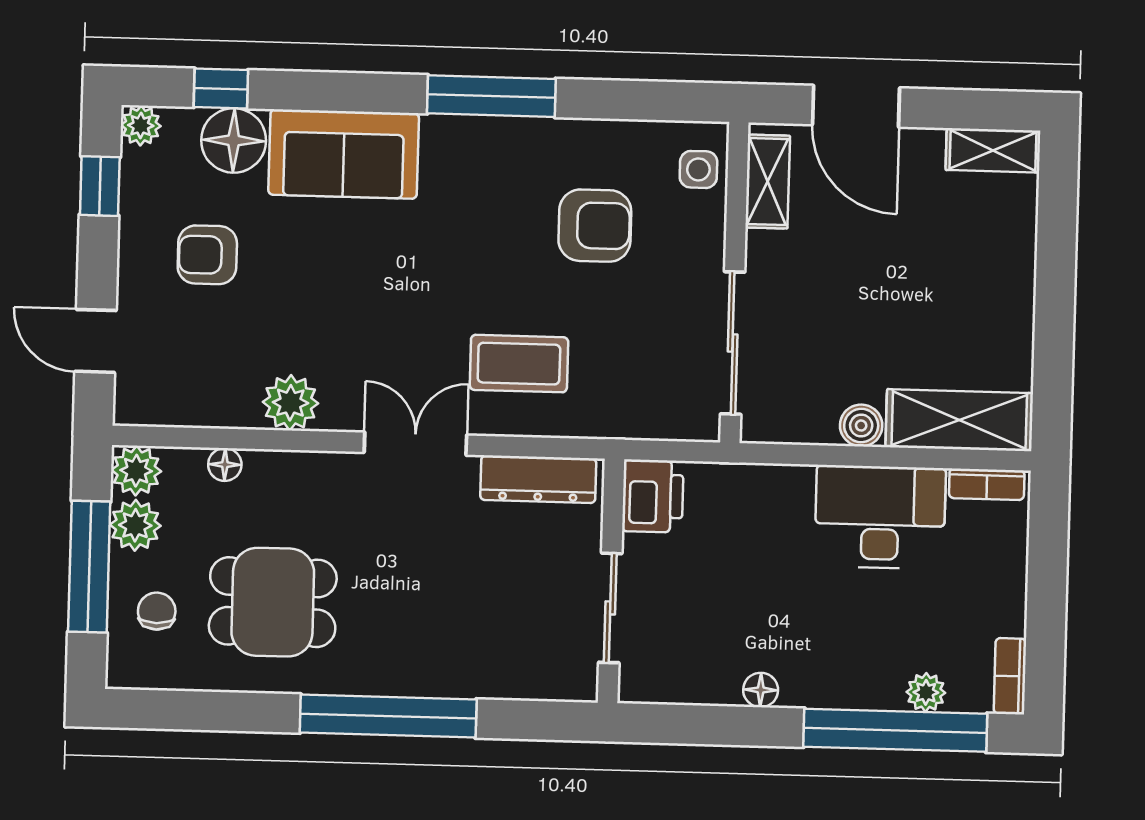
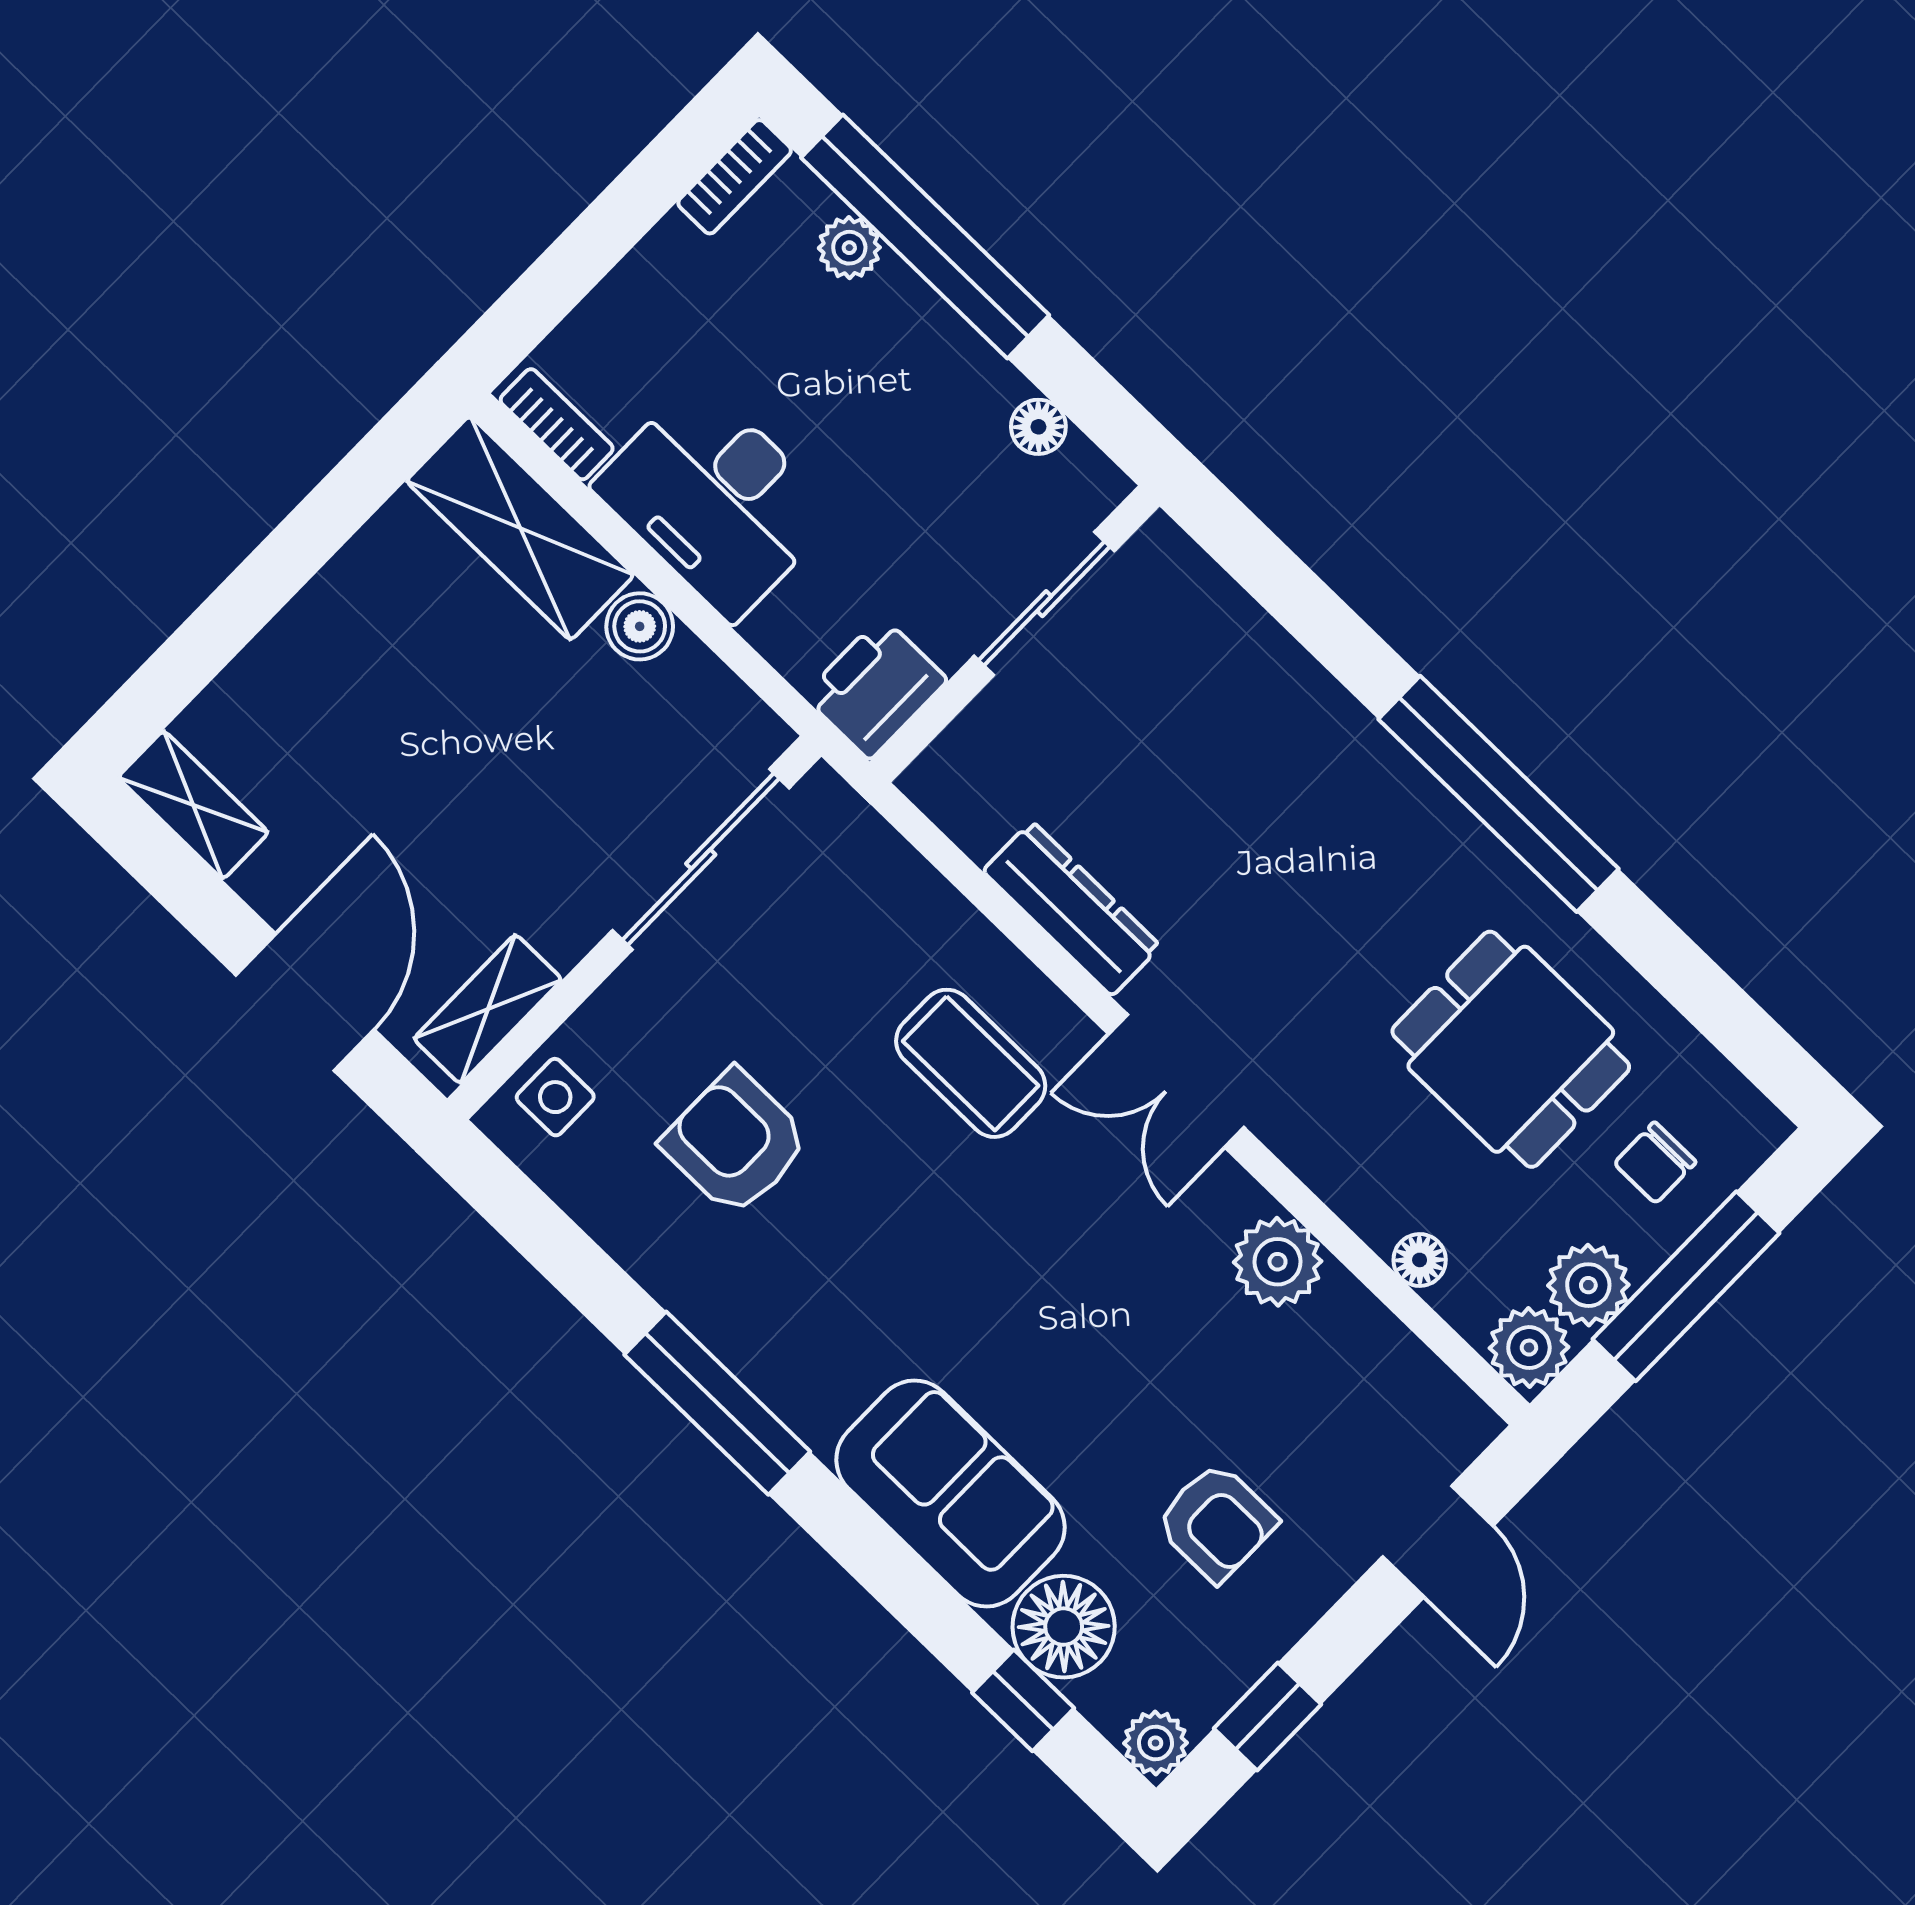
printer: (653, 496) -> (875, 688), moved
wall: (611, 581) -> (1015, 634), moved
sliding door: (610, 608) -> (1044, 604), moved

